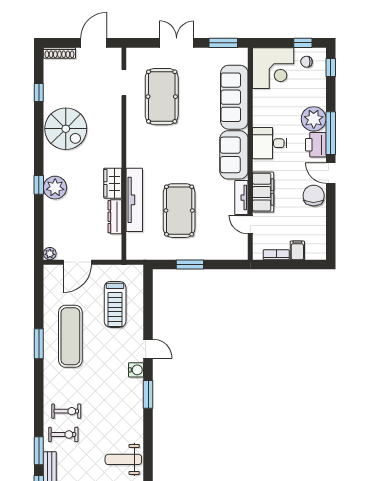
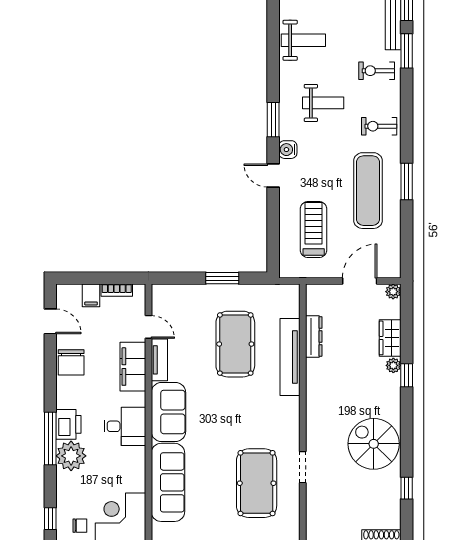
doorway: (124, 83) -> (303, 467), moved
door: (331, 173) -> (50, 321), moved
wardrobe: (113, 183) -> (390, 338), moved, turned 180
plant: (55, 188) -> (393, 365), width x0.53, depth x0.53
weight bench: (107, 408) -> (323, 103), added
exercise bike: (66, 411) -> (379, 126), moved

